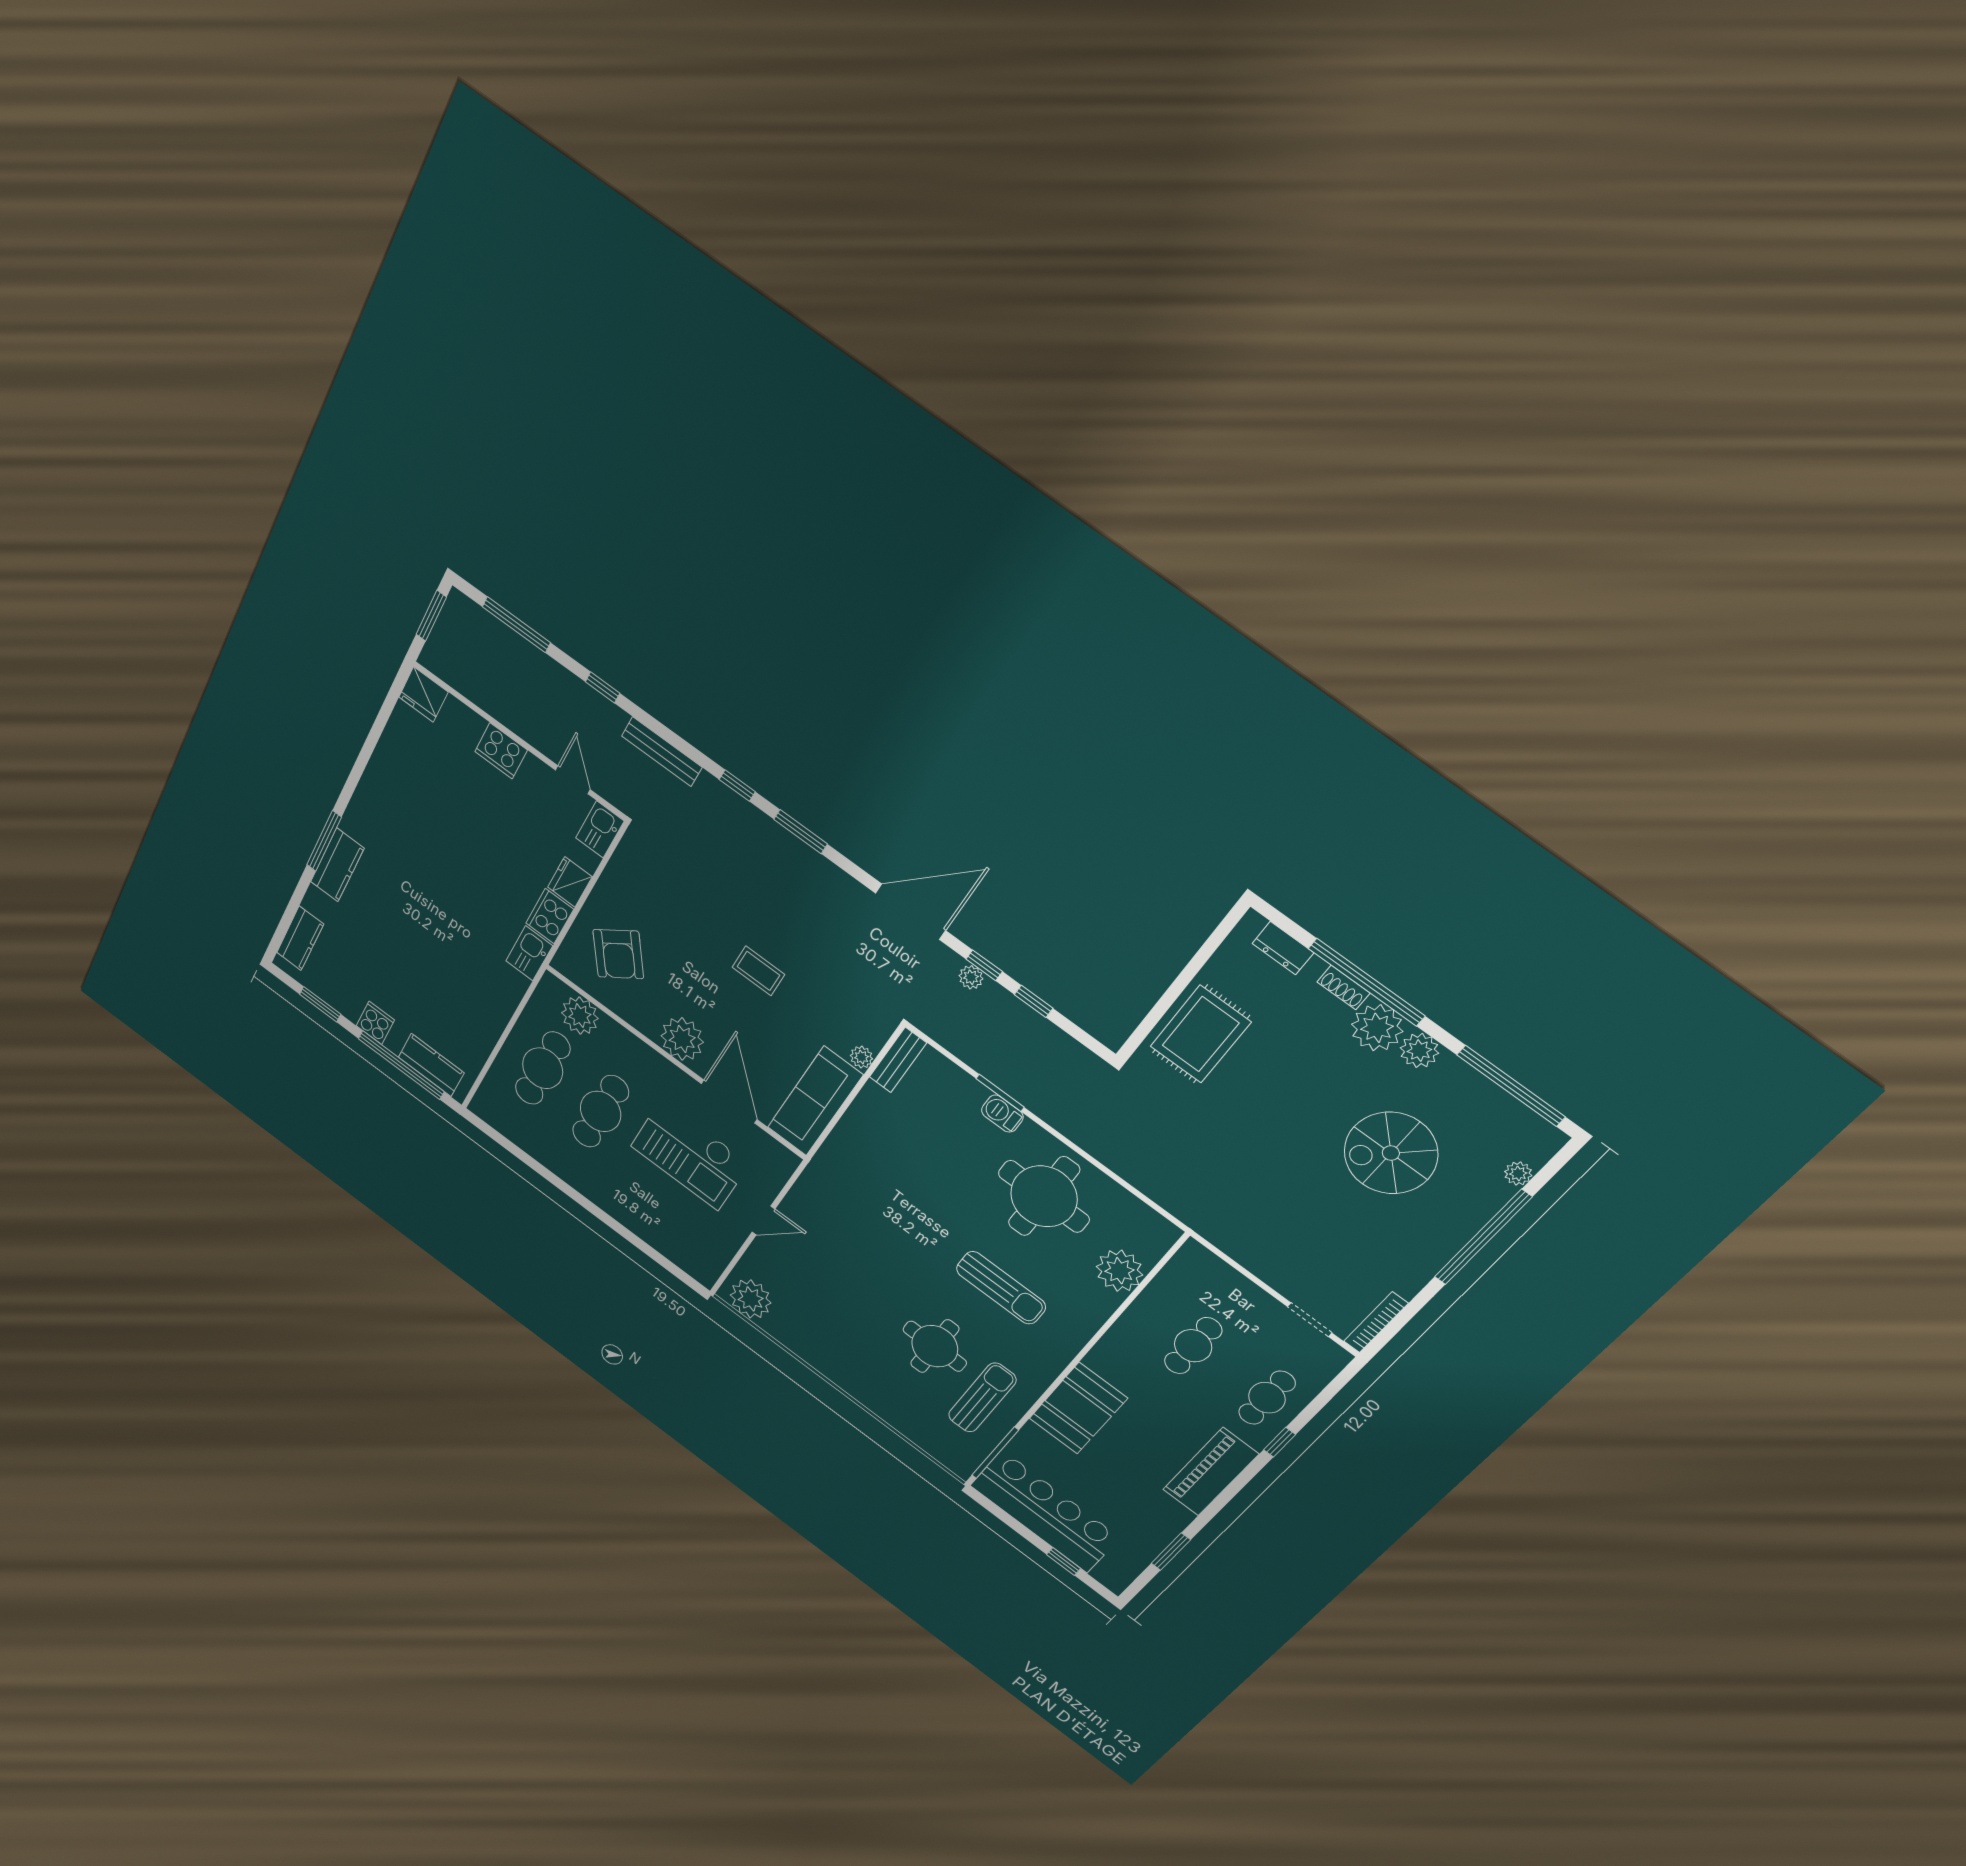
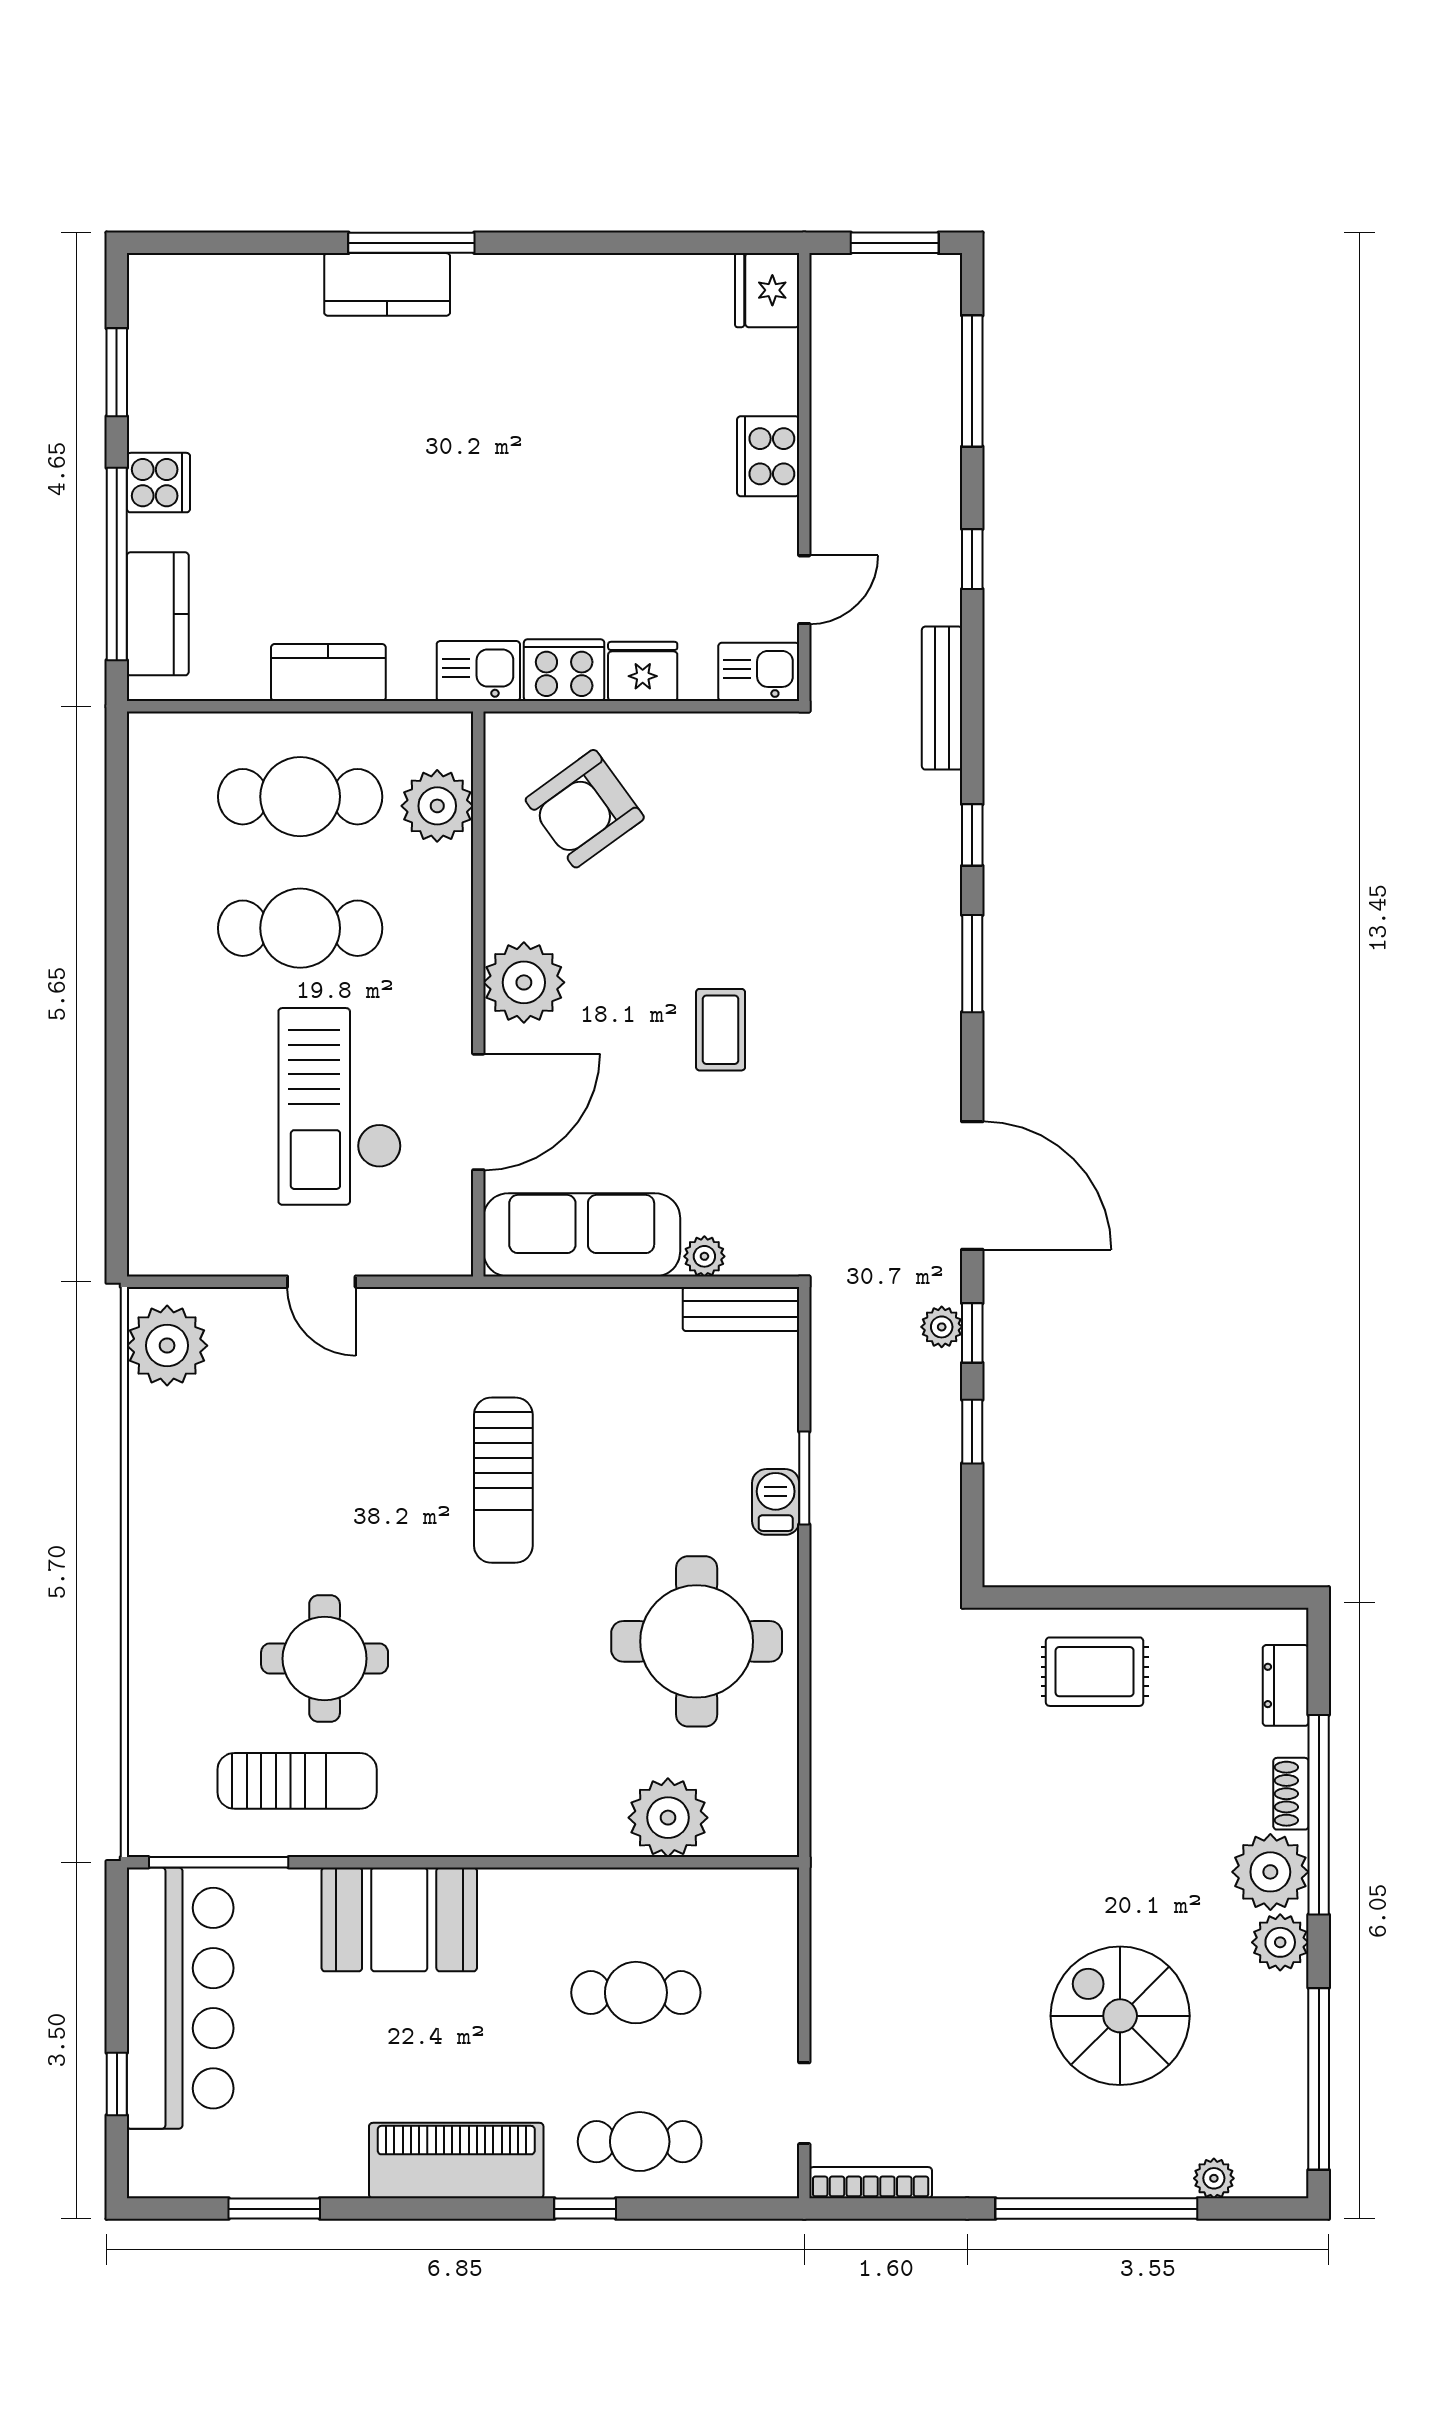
kitchen counter: (300, 938) -> (328, 673), moved, turned 180
rug: (1201, 1034) -> (1095, 1672), width x0.73, depth x0.70
sun lounger: (1001, 1288) -> (503, 1480), moved

